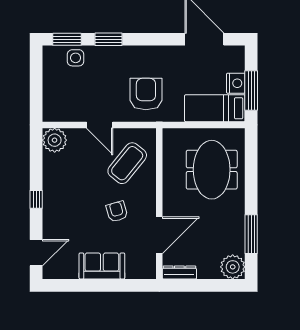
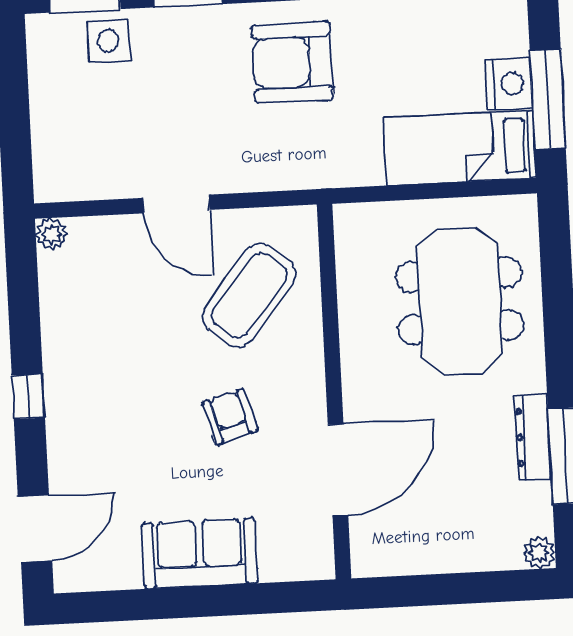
armchair: (146, 94) -> (292, 62), moved, turned -90
plant: (55, 140) -> (52, 234), width x0.53, depth x0.53
plant: (233, 267) -> (539, 553), width x0.53, depth x0.53
dresser: (179, 272) -> (533, 437), moved, turned -90

